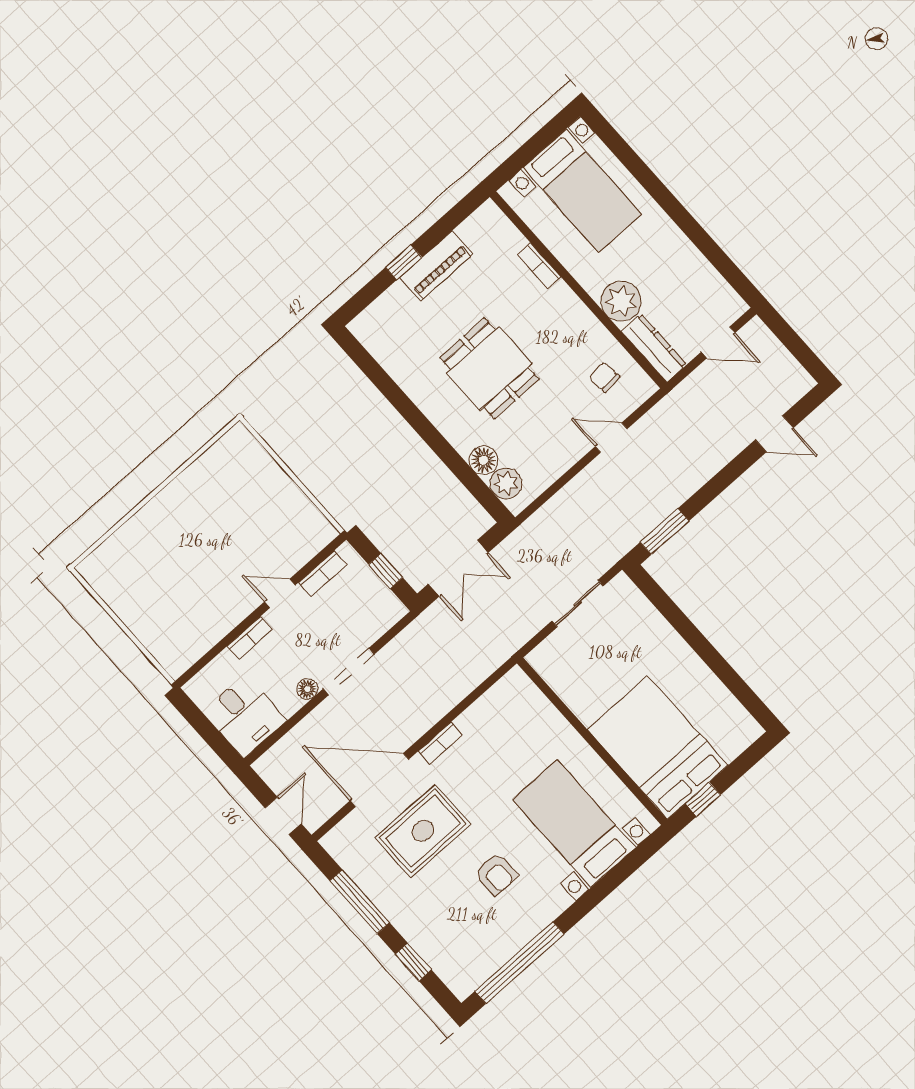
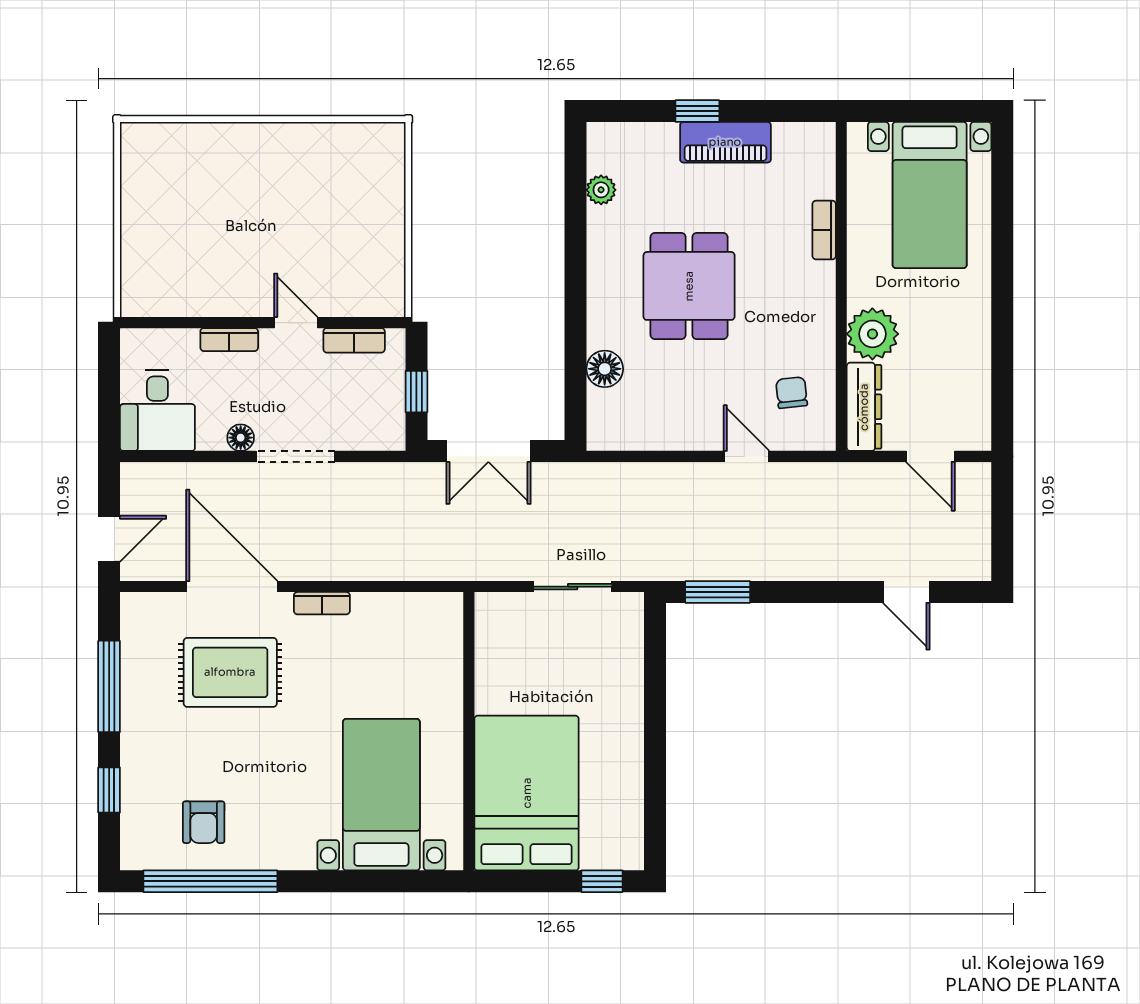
plant: (506, 483) -> (601, 190), moved, width x0.73, depth x0.73
window: (703, 799) -> (602, 881), moved
armchair: (496, 874) -> (204, 822), moved

